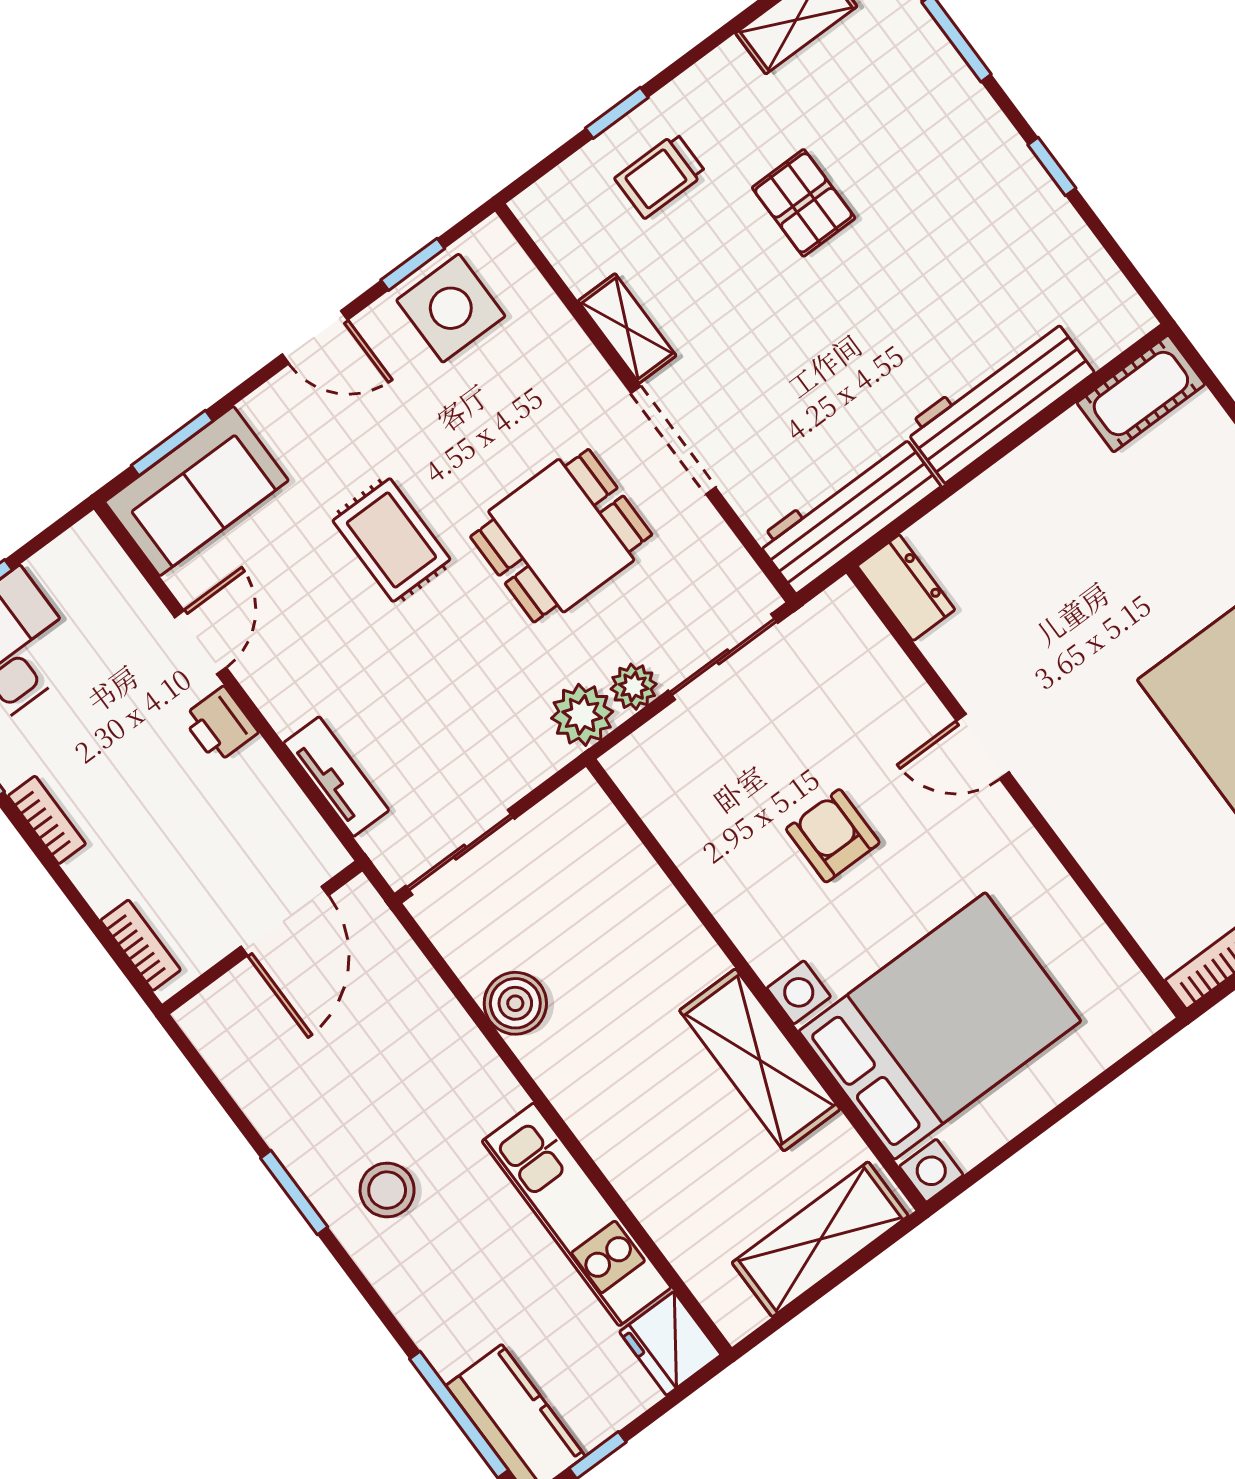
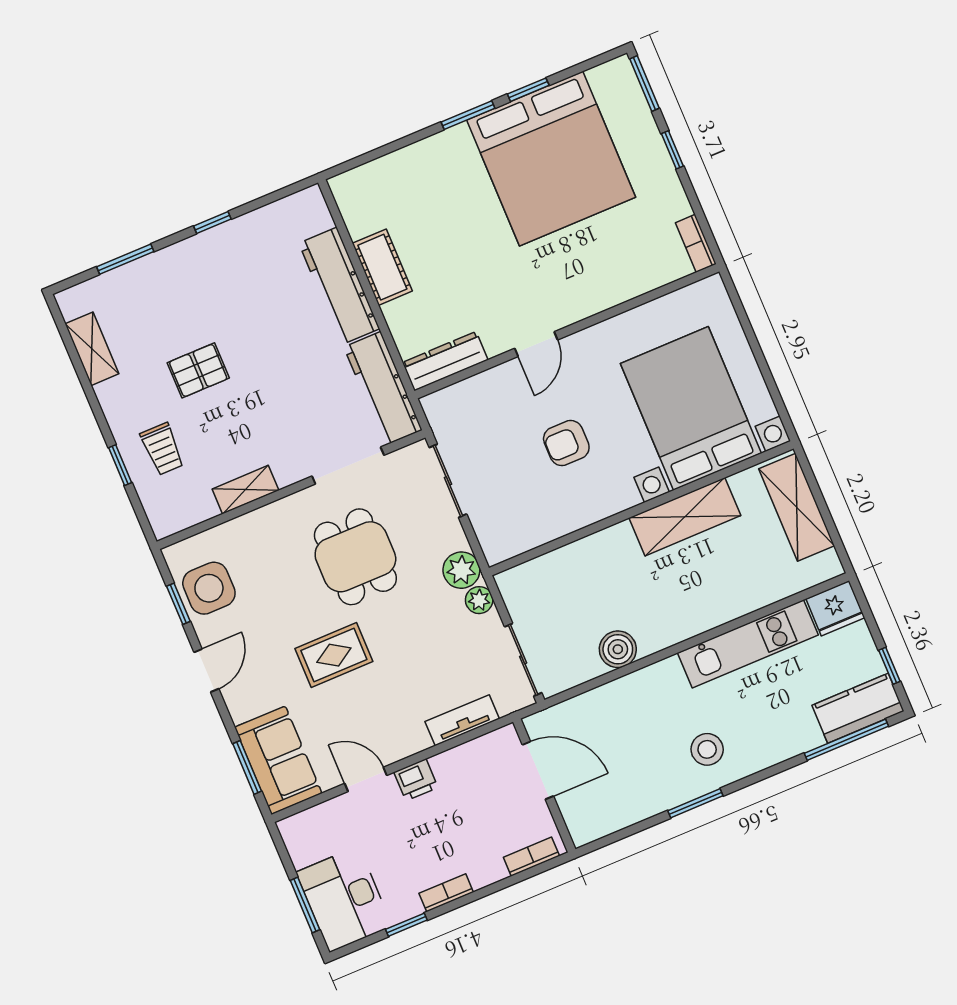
cot: (1141, 393) -> (382, 267), moved
doorway: (673, 440) -> (348, 466), moved
dresser: (906, 588) -> (445, 361), width x1.44
plant: (634, 687) -> (479, 600), moved

